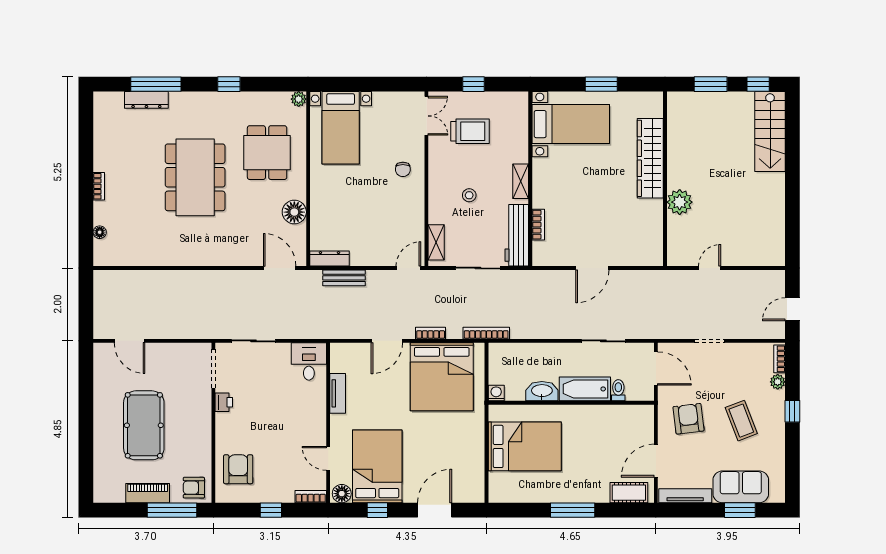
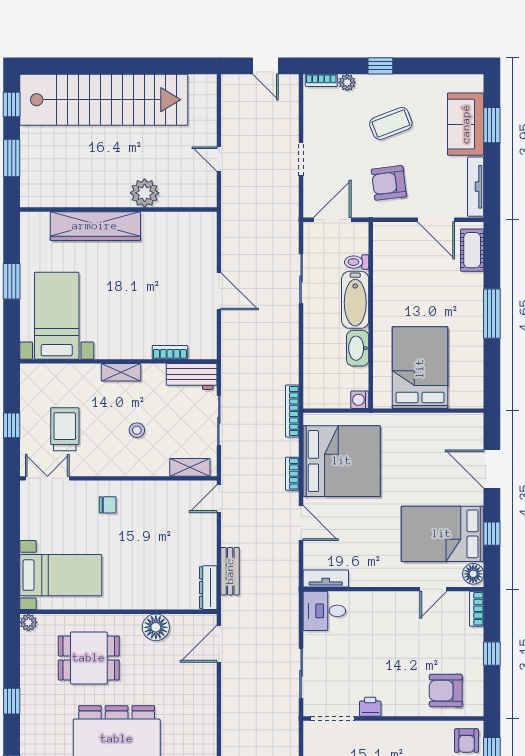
stairs: (770, 131) -> (104, 100), width x1.86, depth x1.51
workbench: (517, 235) -> (192, 376), width x0.73
door: (408, 268) -> (219, 499), hinge flipped
tv unit: (338, 393) -> (326, 578), moved

